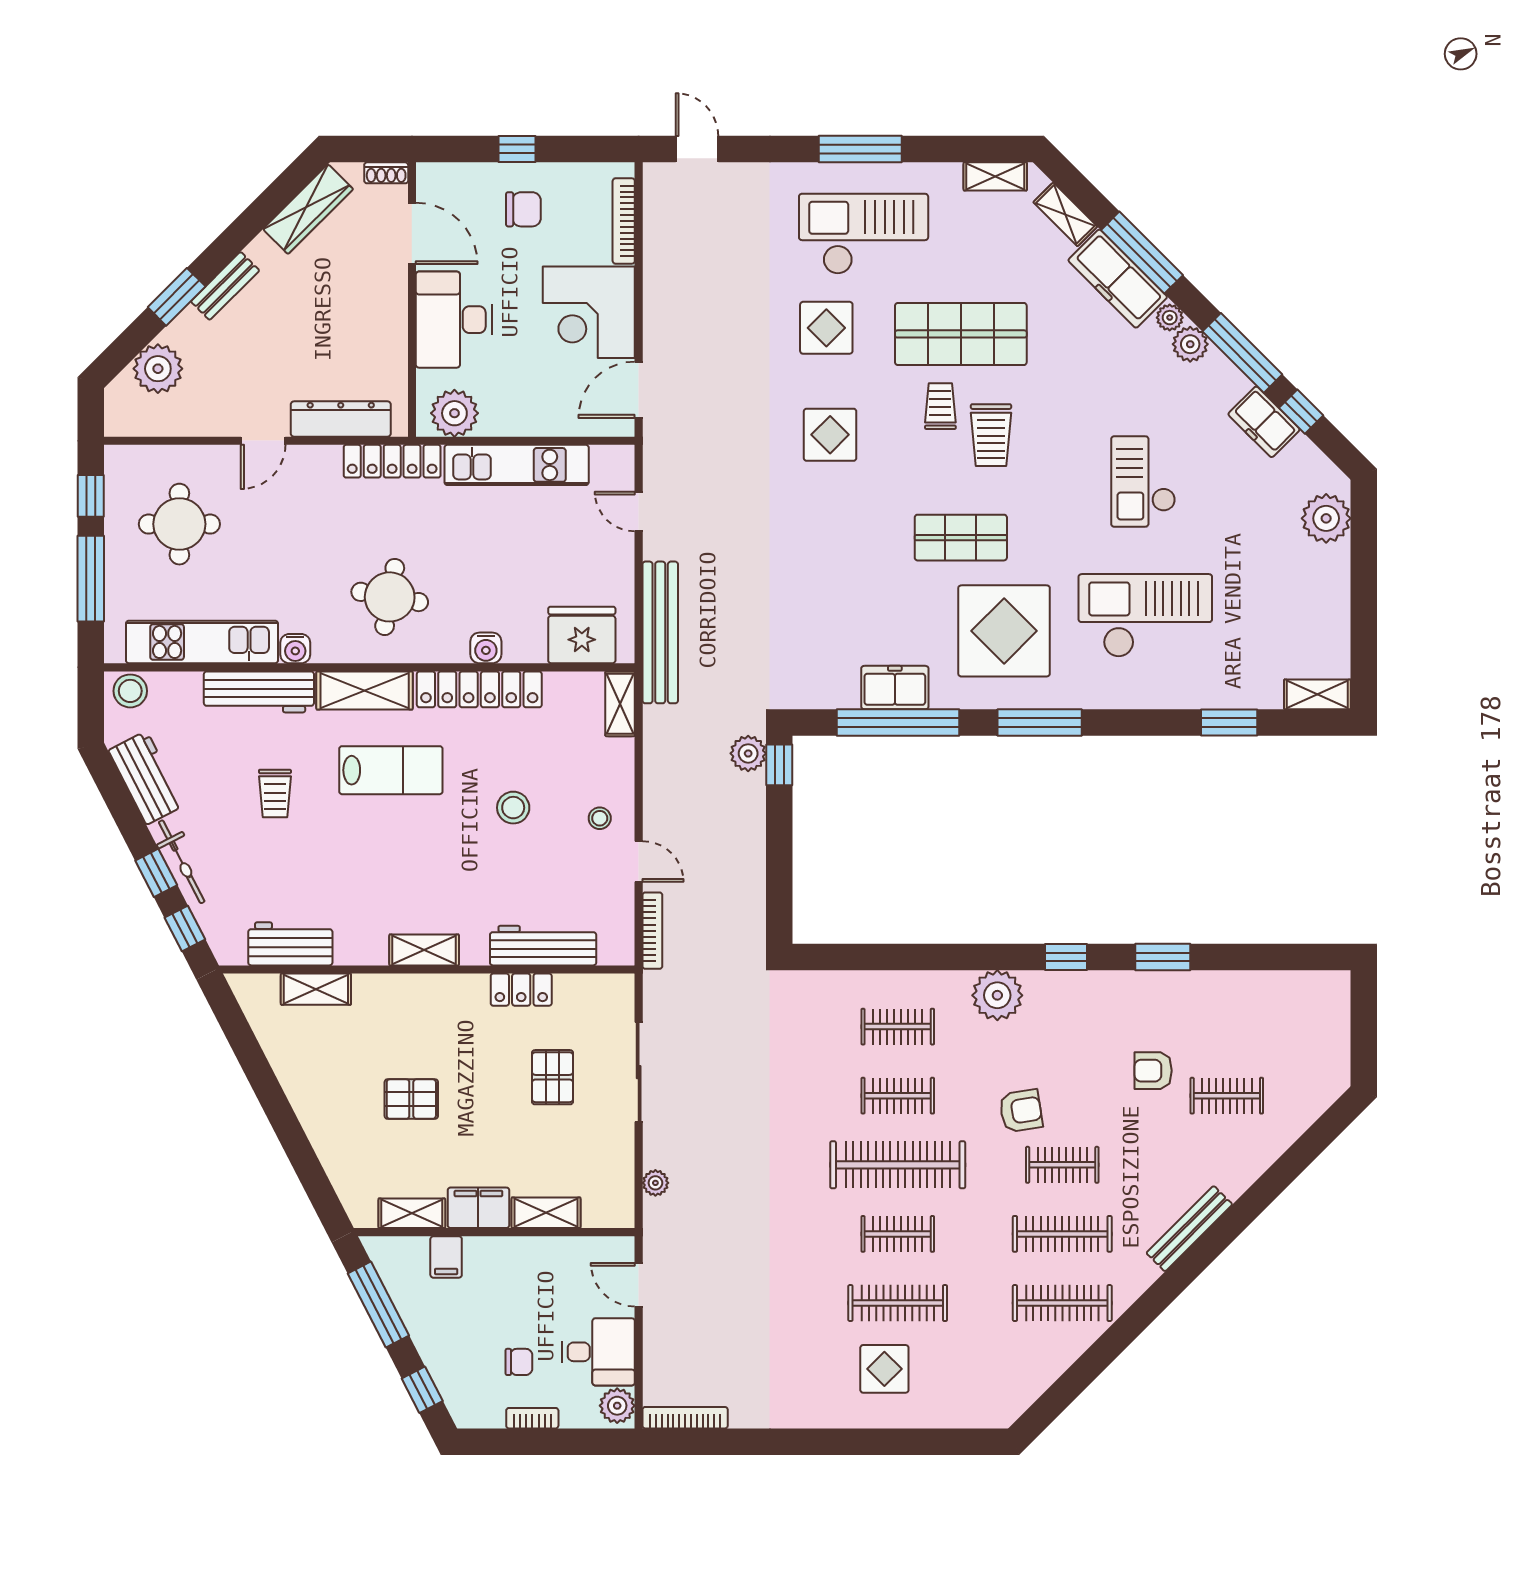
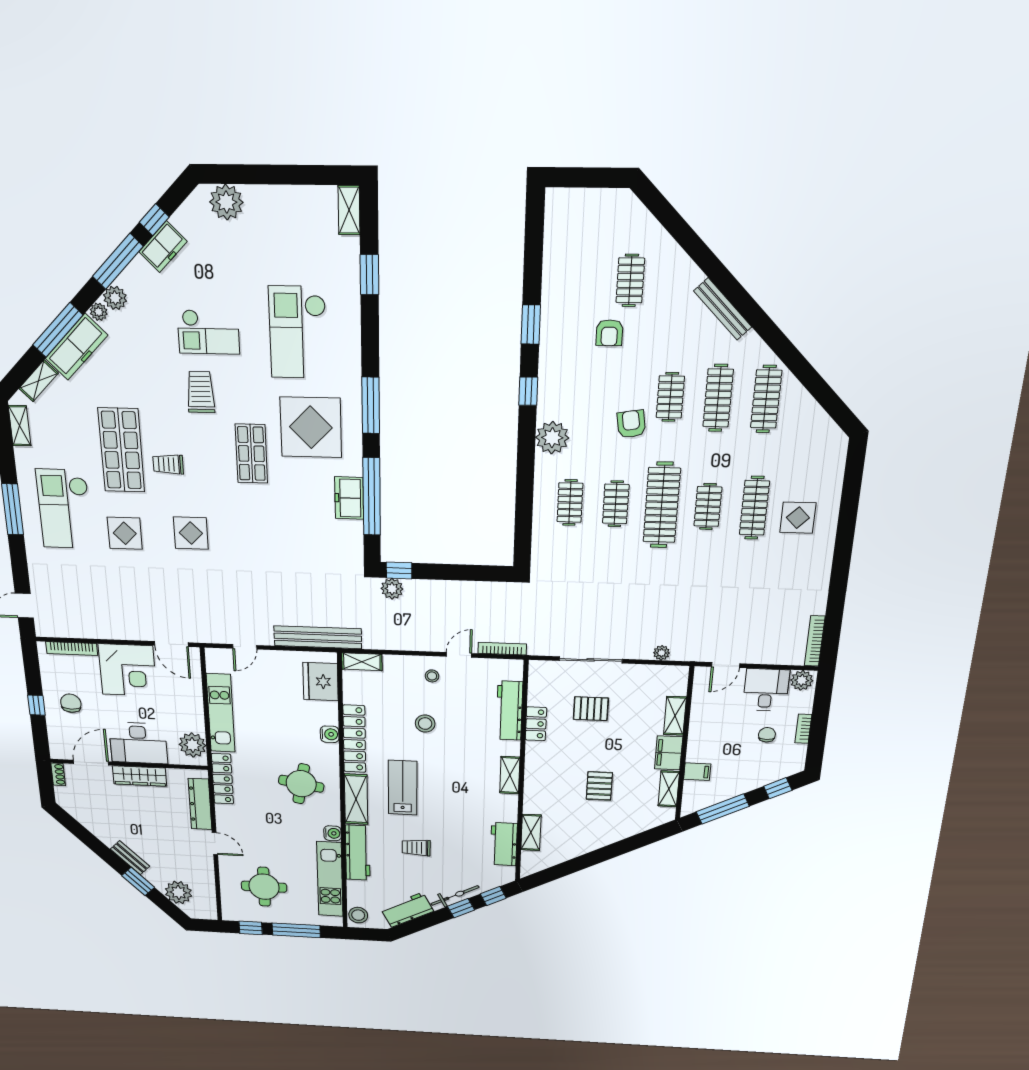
wardrobe: (308, 209) -> (140, 776), moved, turned 135
trolley: (991, 435) -> (201, 392), moved, turned -90
trolley: (275, 793) -> (416, 848), turned 180

